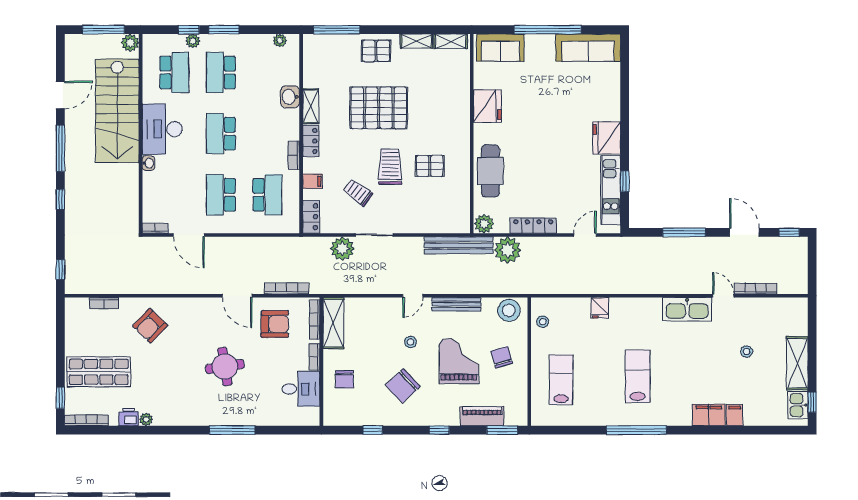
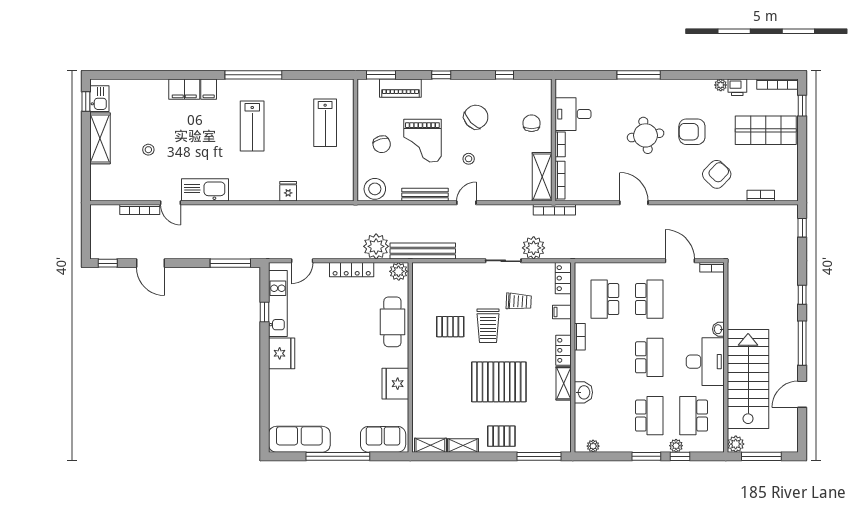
trolley: (358, 192) -> (519, 301), turned -34
window: (684, 232) -> (230, 263), moved
bookcase: (287, 288) -> (554, 210), moved
stool: (543, 322) -> (343, 178), removed
armchair: (275, 324) -> (692, 132), moved
filing cabinet: (735, 415) -> (209, 89), moved

